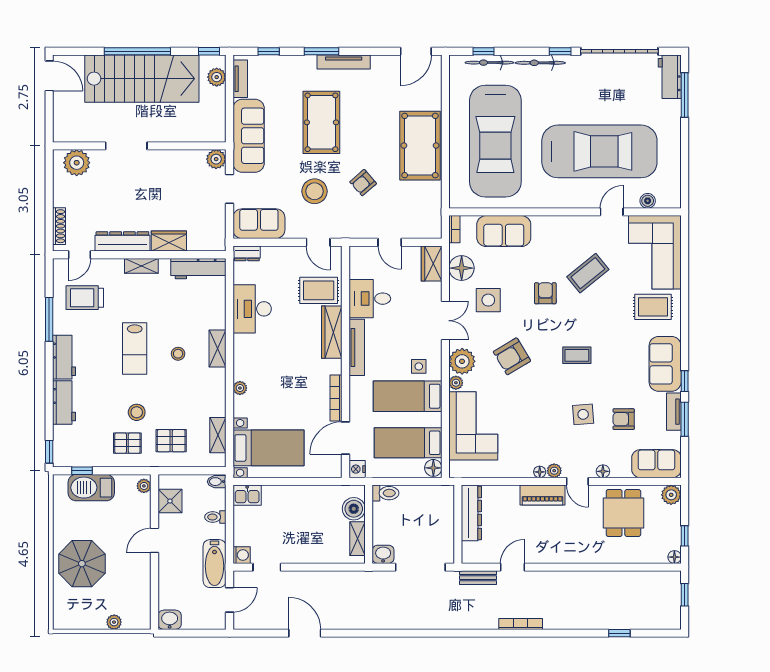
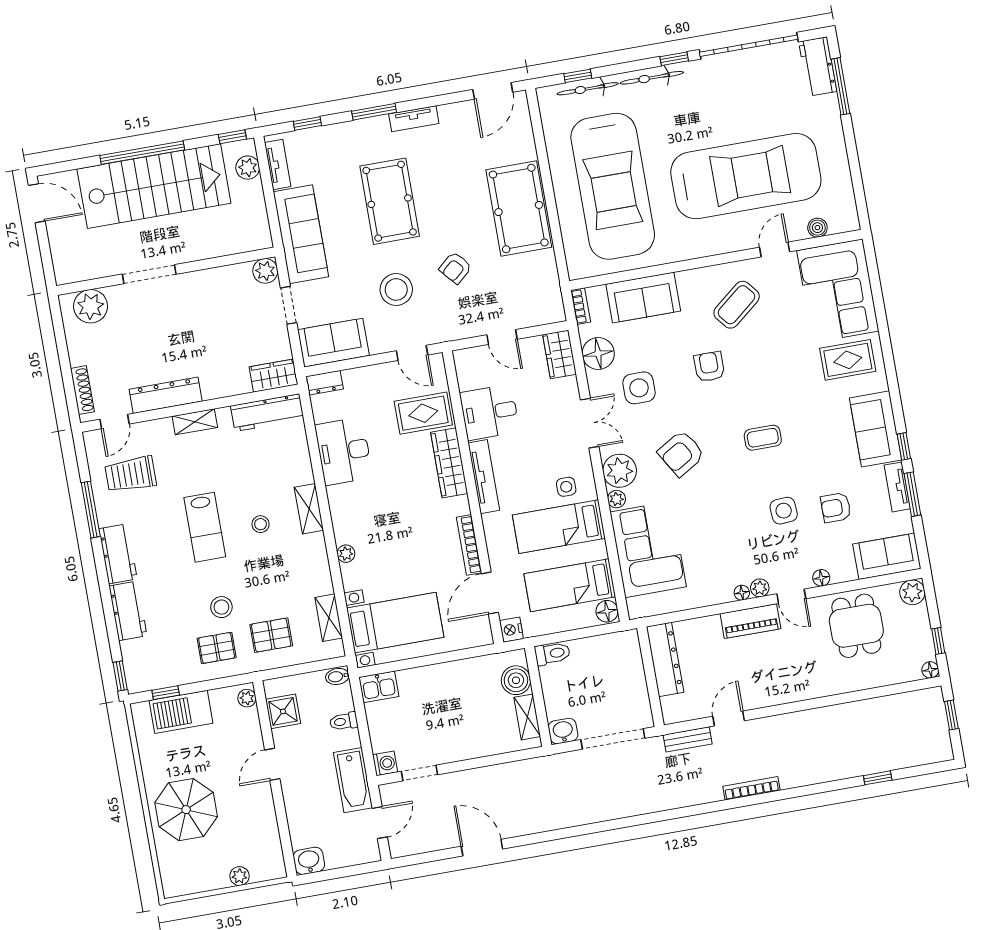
tv unit: (344, 62) -> (414, 119), width x0.71
wardrobe: (169, 241) -> (274, 376), moved
coffee table: (588, 273) -> (737, 305), moved

